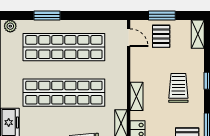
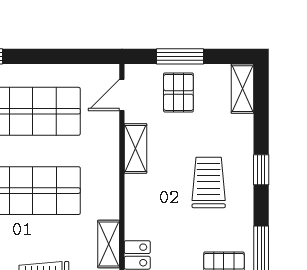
door: (129, 38) -> (122, 95), swing flipped
shelving: (136, 96) -> (136, 148), moved

